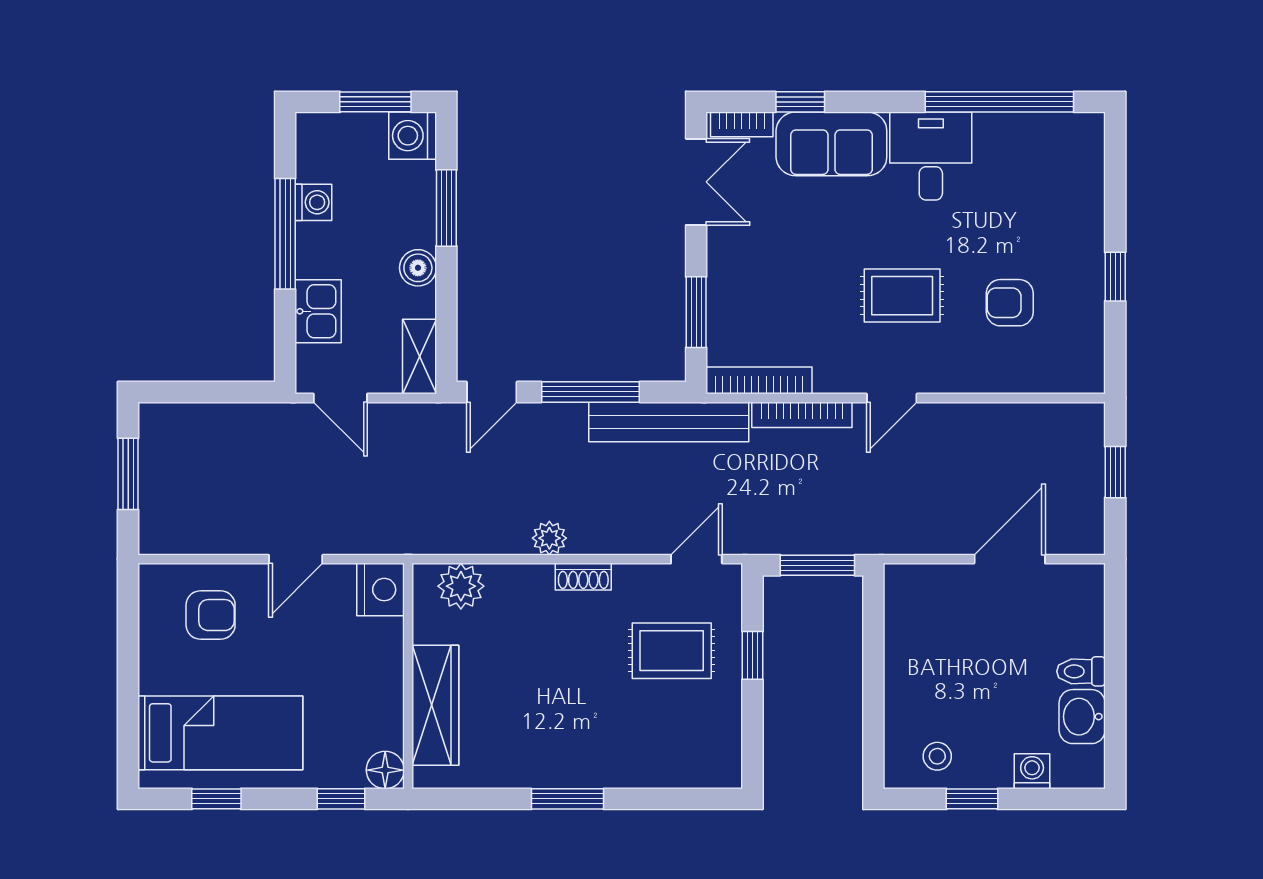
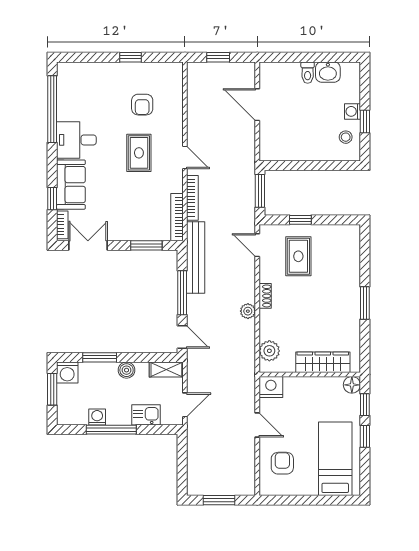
washing machine: (1032, 771) -> (352, 111), moved
window: (216, 799) -> (365, 436), moved

